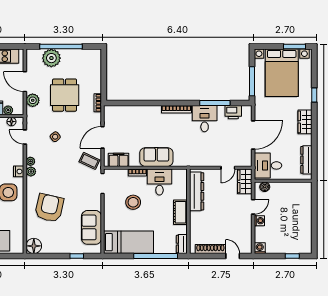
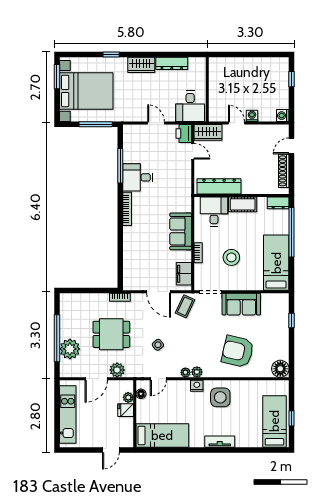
printer: (233, 112) -> (184, 134), moved, turned 180
door: (253, 135) -> (156, 123), width x0.53
dresser: (306, 160) -> (172, 63), moved
desk: (159, 182) -> (214, 211), moved, turned 90
boiler: (265, 187) -> (214, 110), removed
sofa: (92, 227) -> (241, 304), moved

